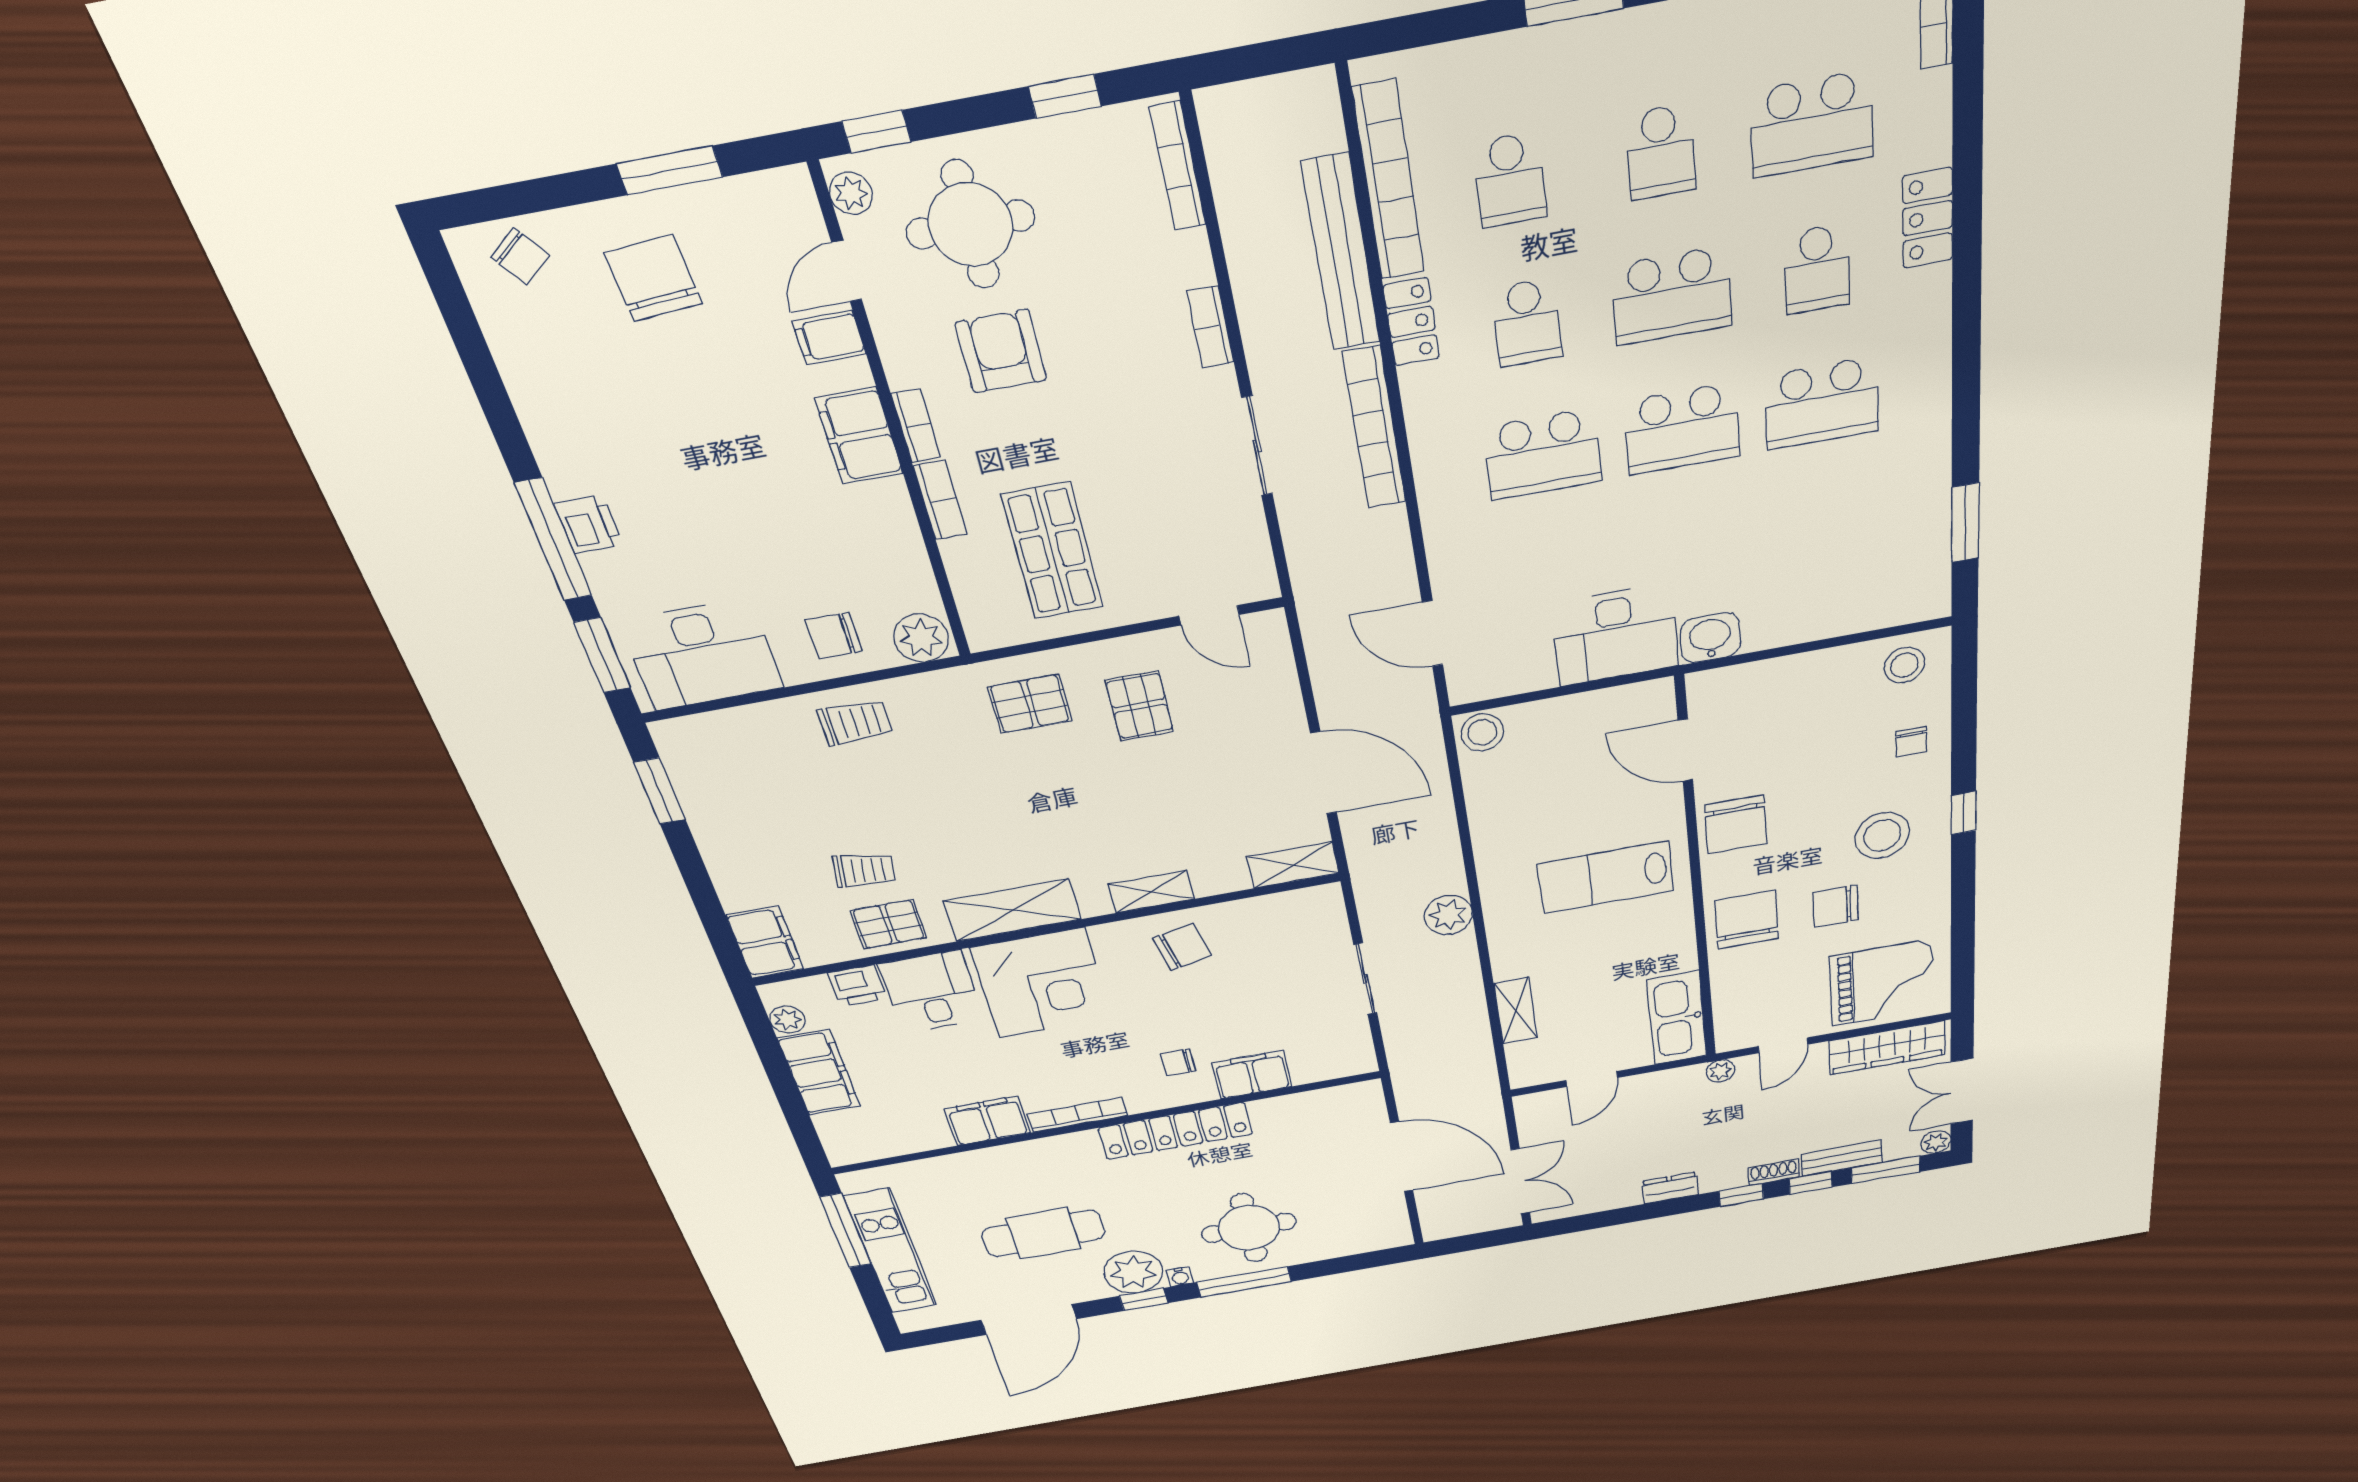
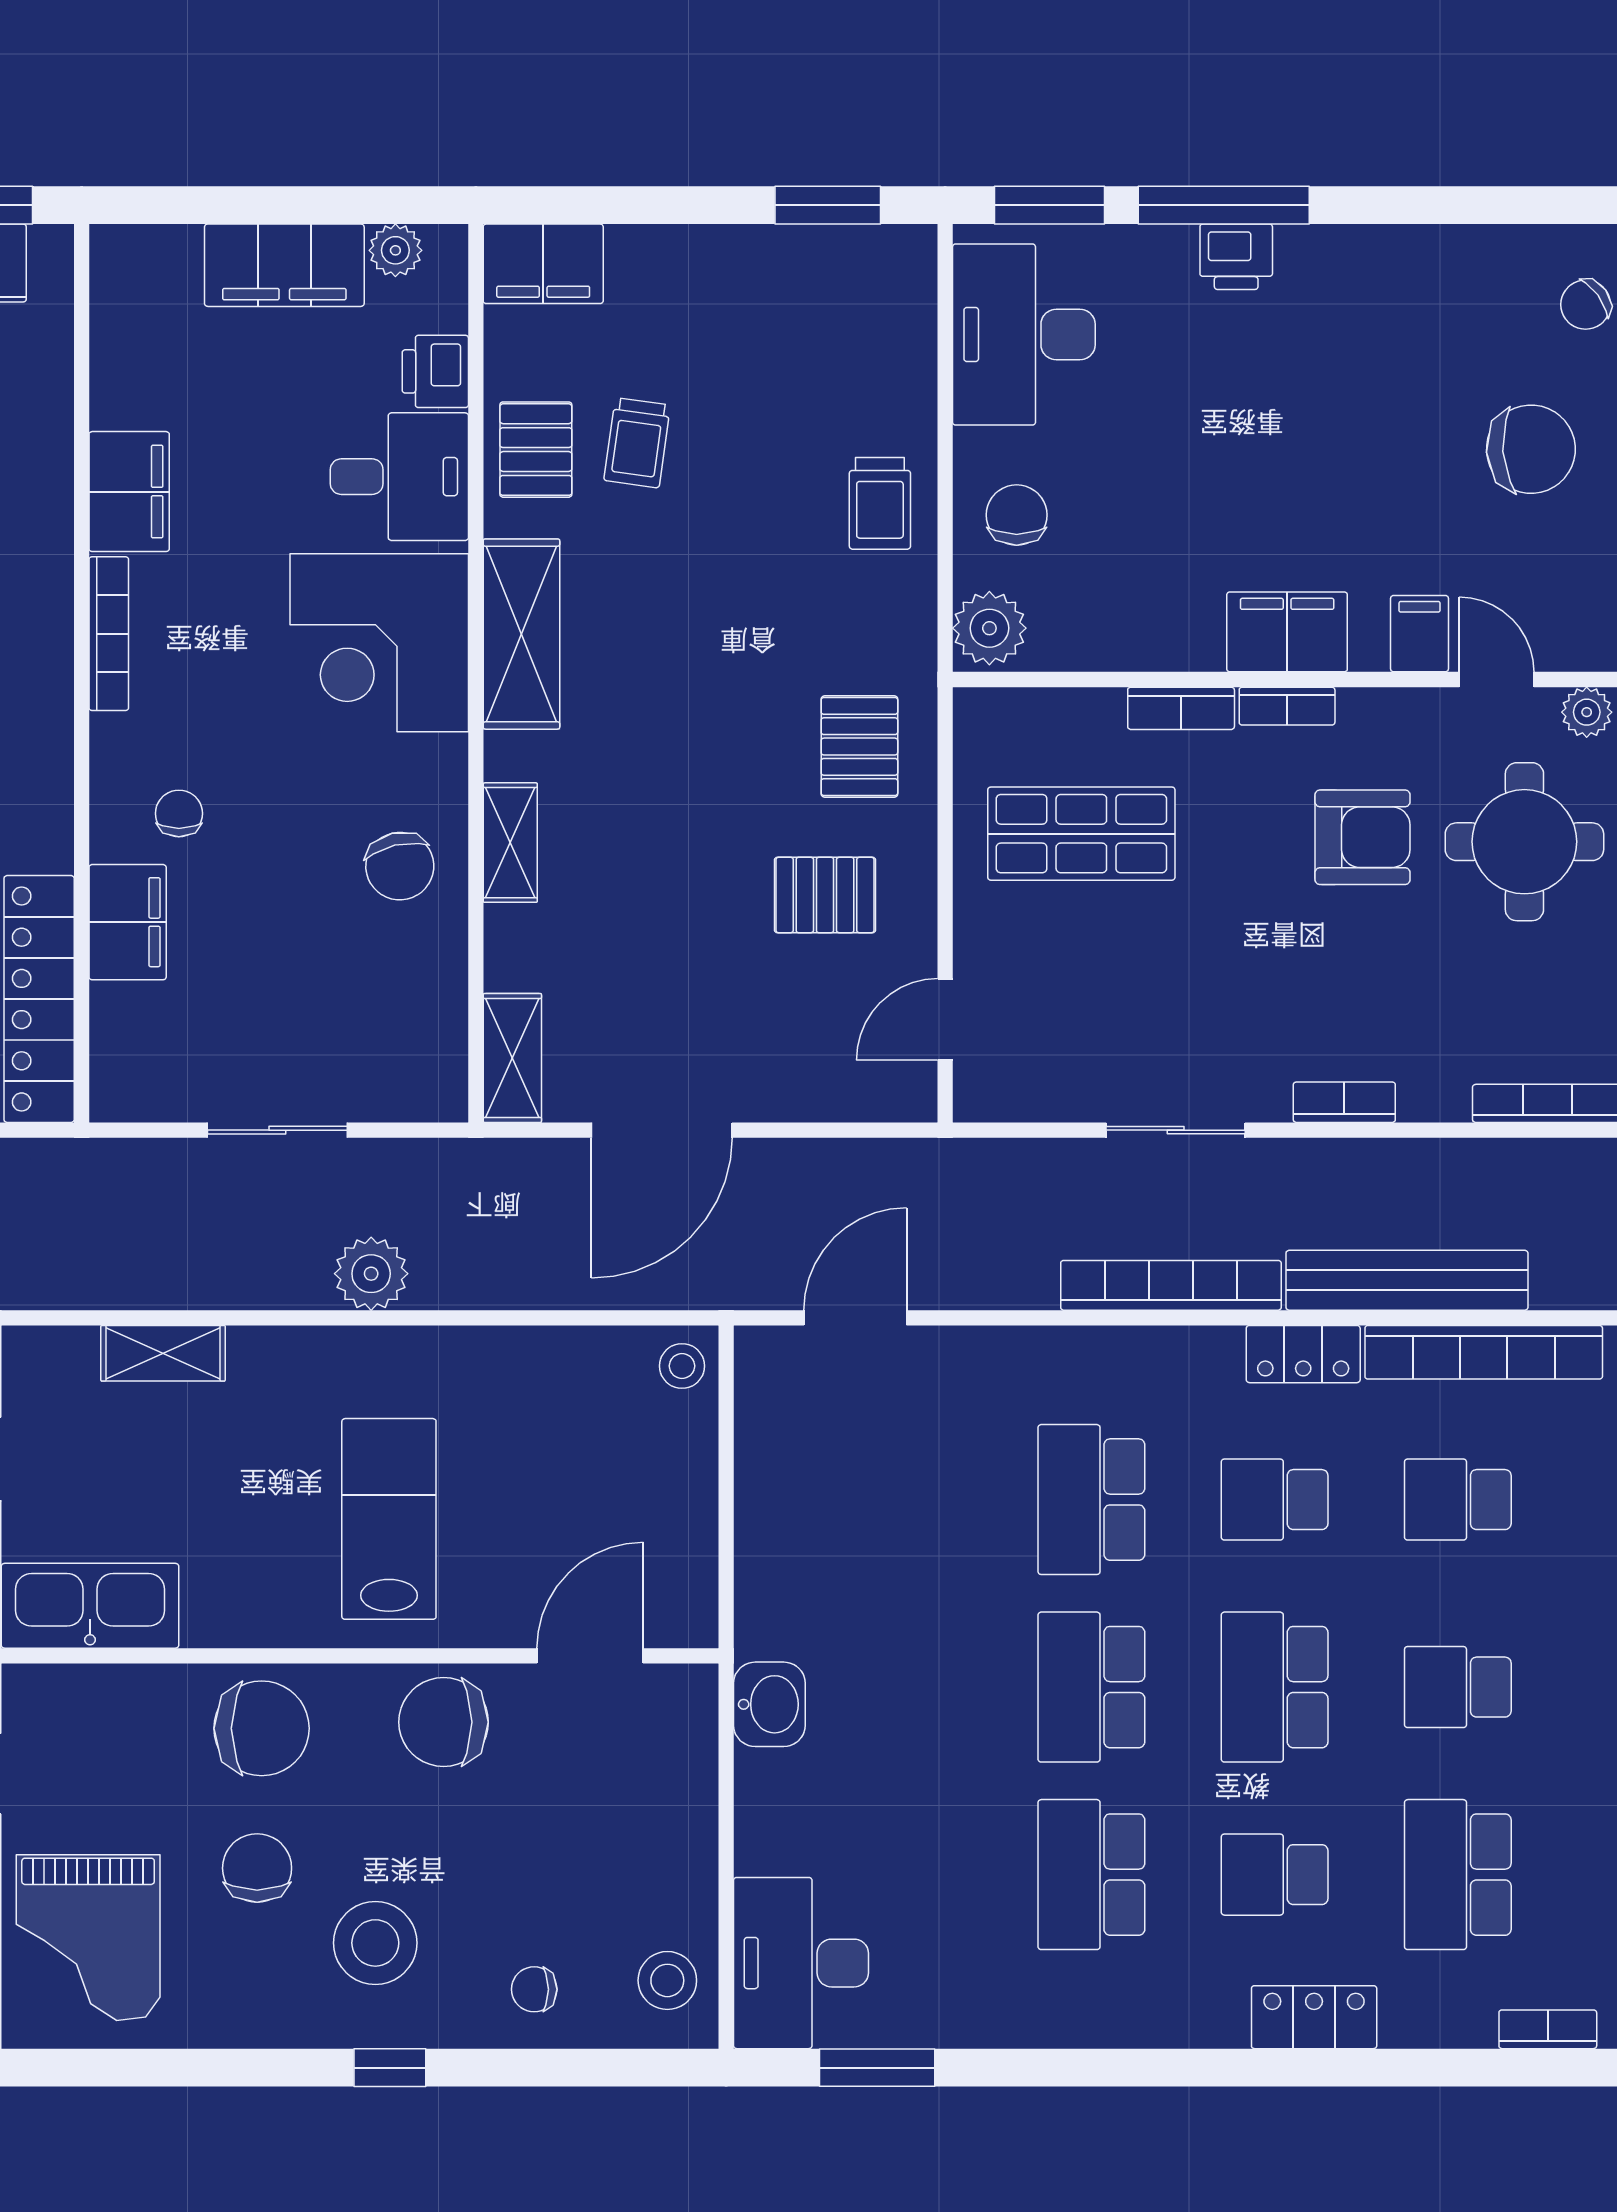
desk: (1615, 635) -> (801, 1963), moved
stool: (1482, 732) -> (682, 1366), width x0.73, depth x0.73
locker: (1176, 1131) -> (39, 999), moved

